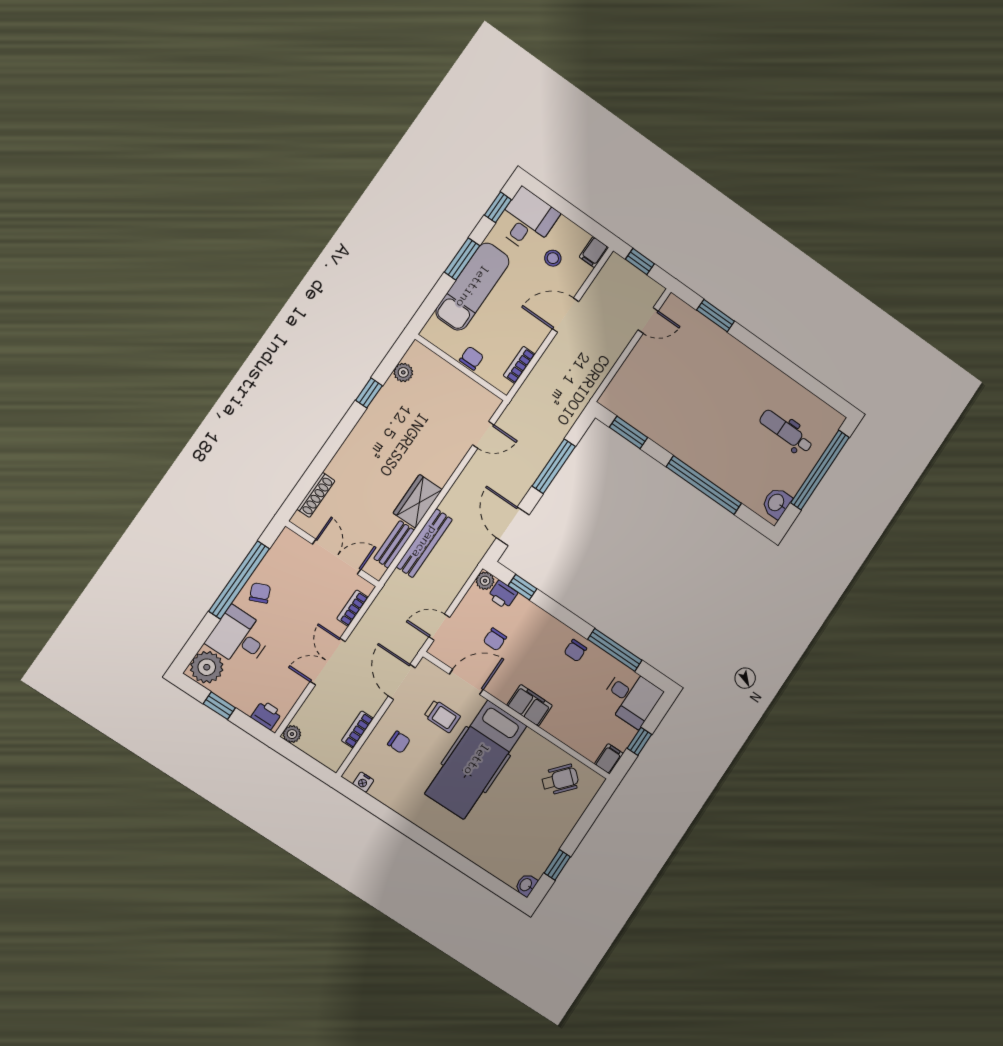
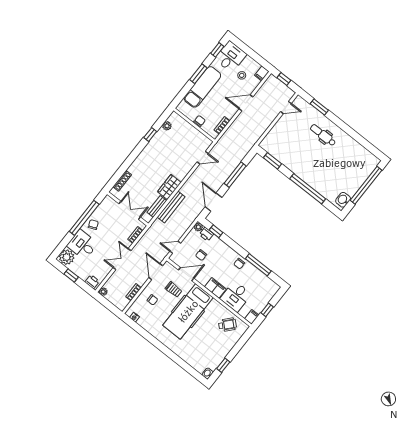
dental chair: (786, 431) -> (323, 135), moved
desk: (631, 697) -> (236, 296), moved, turned 90

